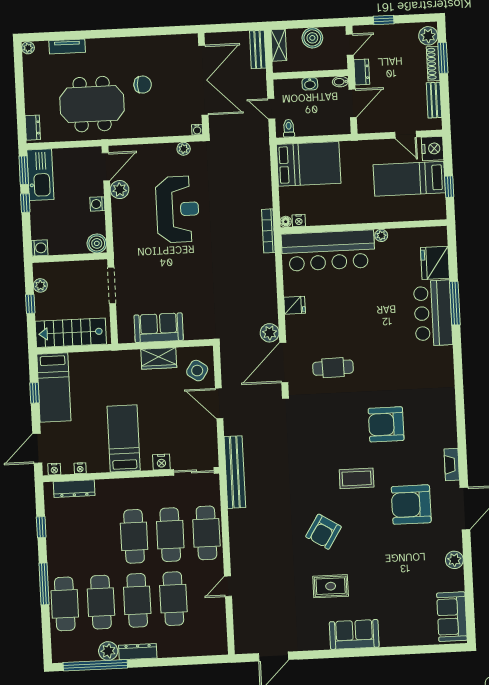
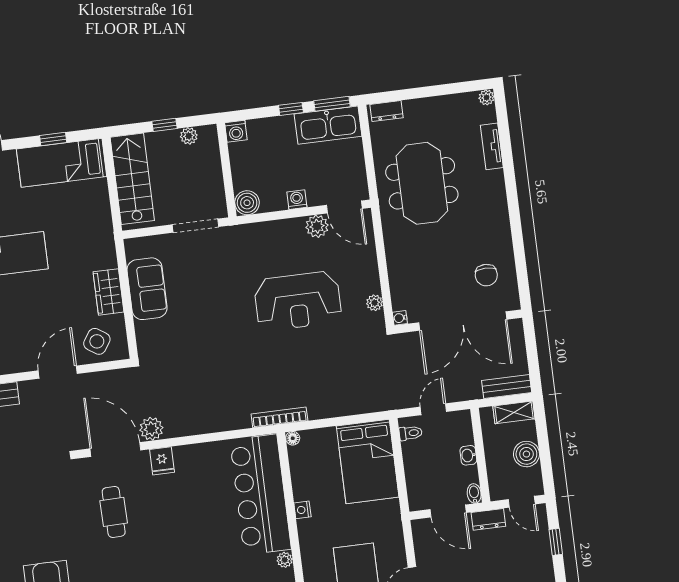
chair: (143, 85) -> (486, 275), moved
nightstand: (299, 220) -> (302, 510), moved
fridge: (295, 305) -> (162, 461), moved

